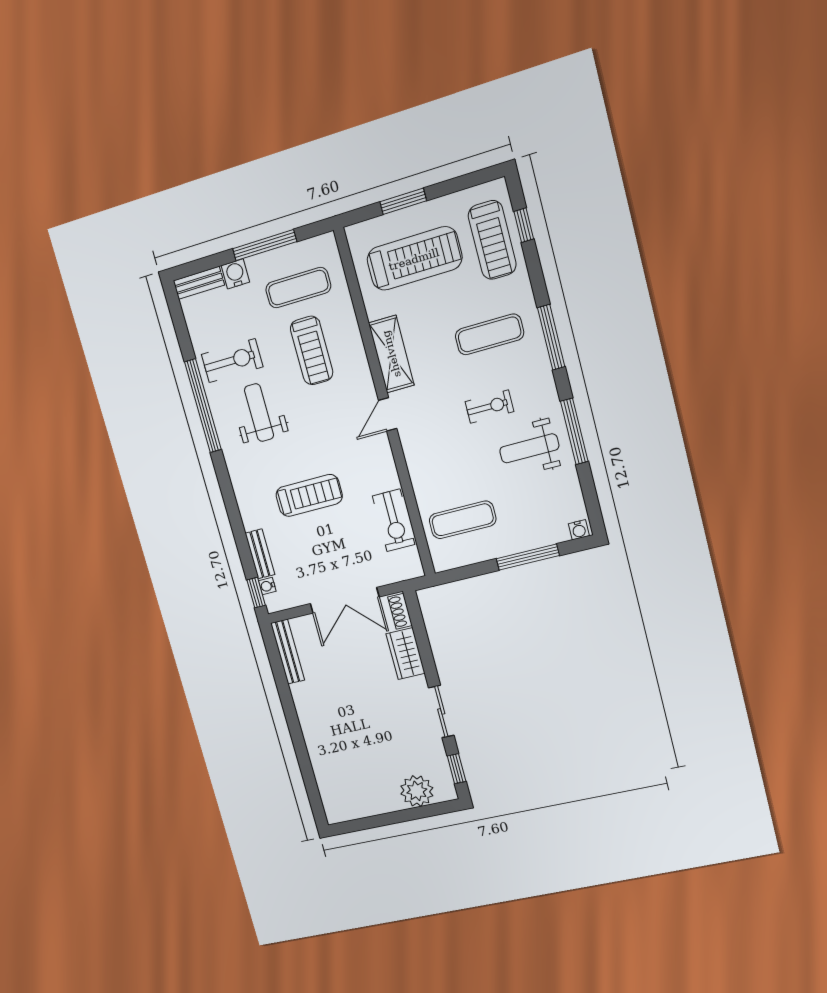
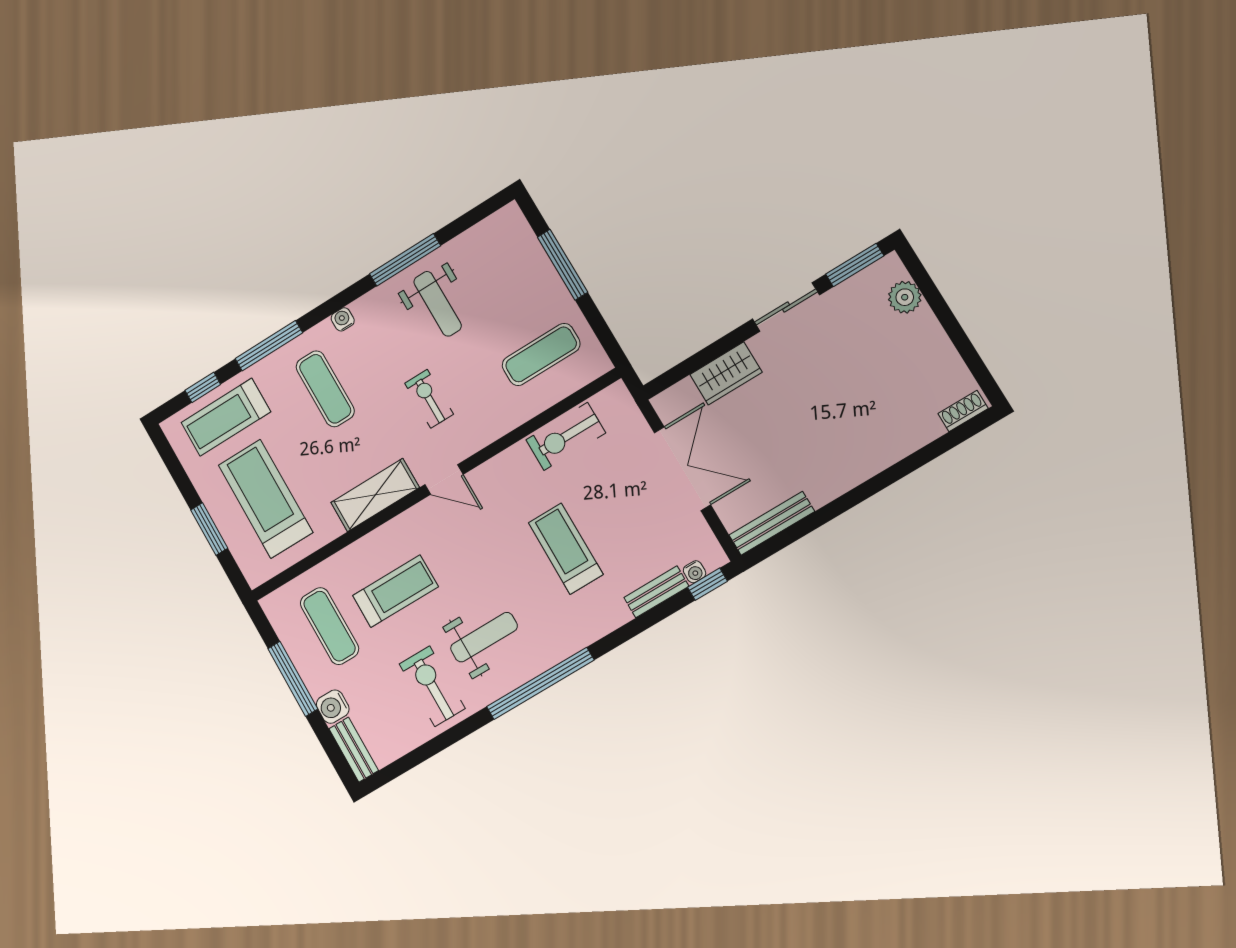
treadmill: (492, 240) -> (226, 417), turned 180
window: (551, 337) -> (269, 346), moved
window: (203, 406) -> (540, 683), moved
exercise bike: (489, 407) -> (429, 399), moved
weight bench: (259, 413) -> (484, 637), turned 180
exercise bike: (394, 520) -> (566, 436), turned 180
exercise mat: (463, 520) -> (541, 354), turned 90
water cooler: (579, 530) -> (343, 319), moved, turned -90
shoe rack: (400, 611) -> (963, 411), moved, turned 180
window: (457, 769) -> (855, 265), width x1.50
plant: (417, 791) -> (905, 297), width x0.73, depth x0.73

